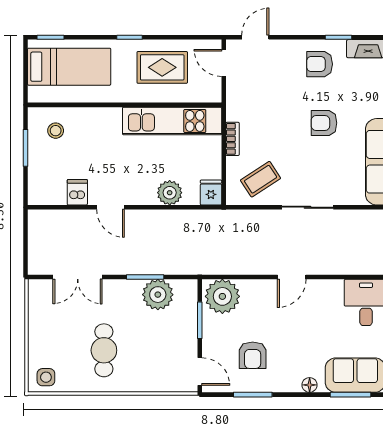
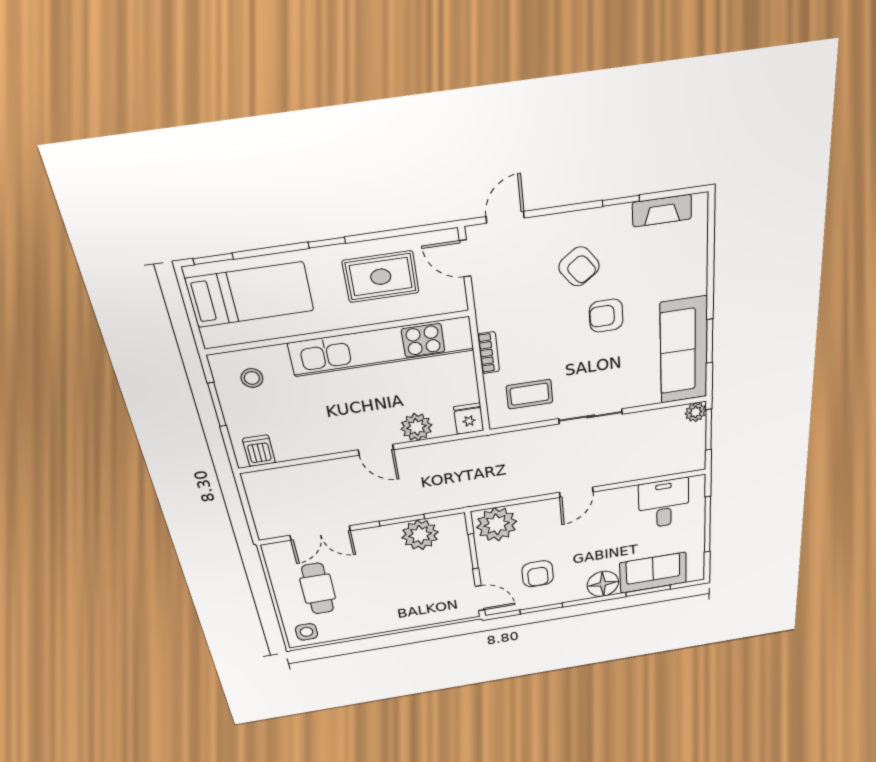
armchair: (320, 64) -> (579, 266), moved, turned -126
kitchen unit: (172, 121) -> (382, 347), width x1.36
coffee table: (261, 179) -> (530, 394), turned 33
dishwasher: (77, 192) -> (259, 451), moved
door: (110, 207) -> (376, 450), moved
cafe table: (104, 350) -> (318, 589), moved
floor lamp: (310, 385) -> (603, 584), width x1.89, depth x1.89

